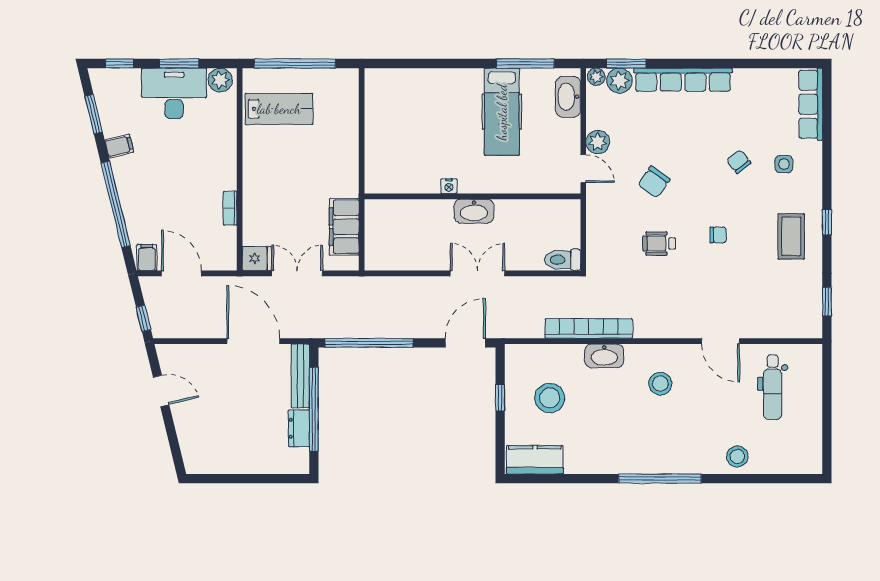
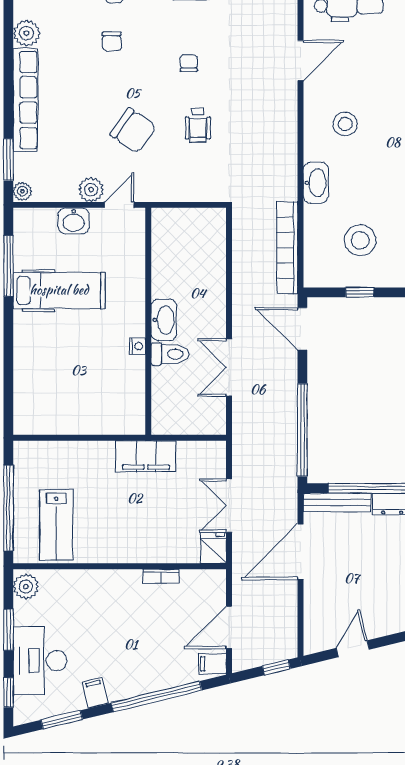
plant: (619, 81) -> (26, 33), moved
desk: (174, 93) -> (40, 661), moved
washbasin: (568, 97) -> (74, 221), moved, width x0.72
lab bench: (279, 109) -> (56, 525), turned 180
chair: (739, 162) -> (112, 41), turned -52
chair: (654, 182) -> (133, 131), width x1.37, depth x1.37
filing cabinet: (344, 227) -> (146, 456), moved
toilet: (563, 260) -> (170, 354), moved, turned -90
double door: (477, 273) -> (229, 368), moved
bookcase: (589, 329) -> (287, 248), moved

